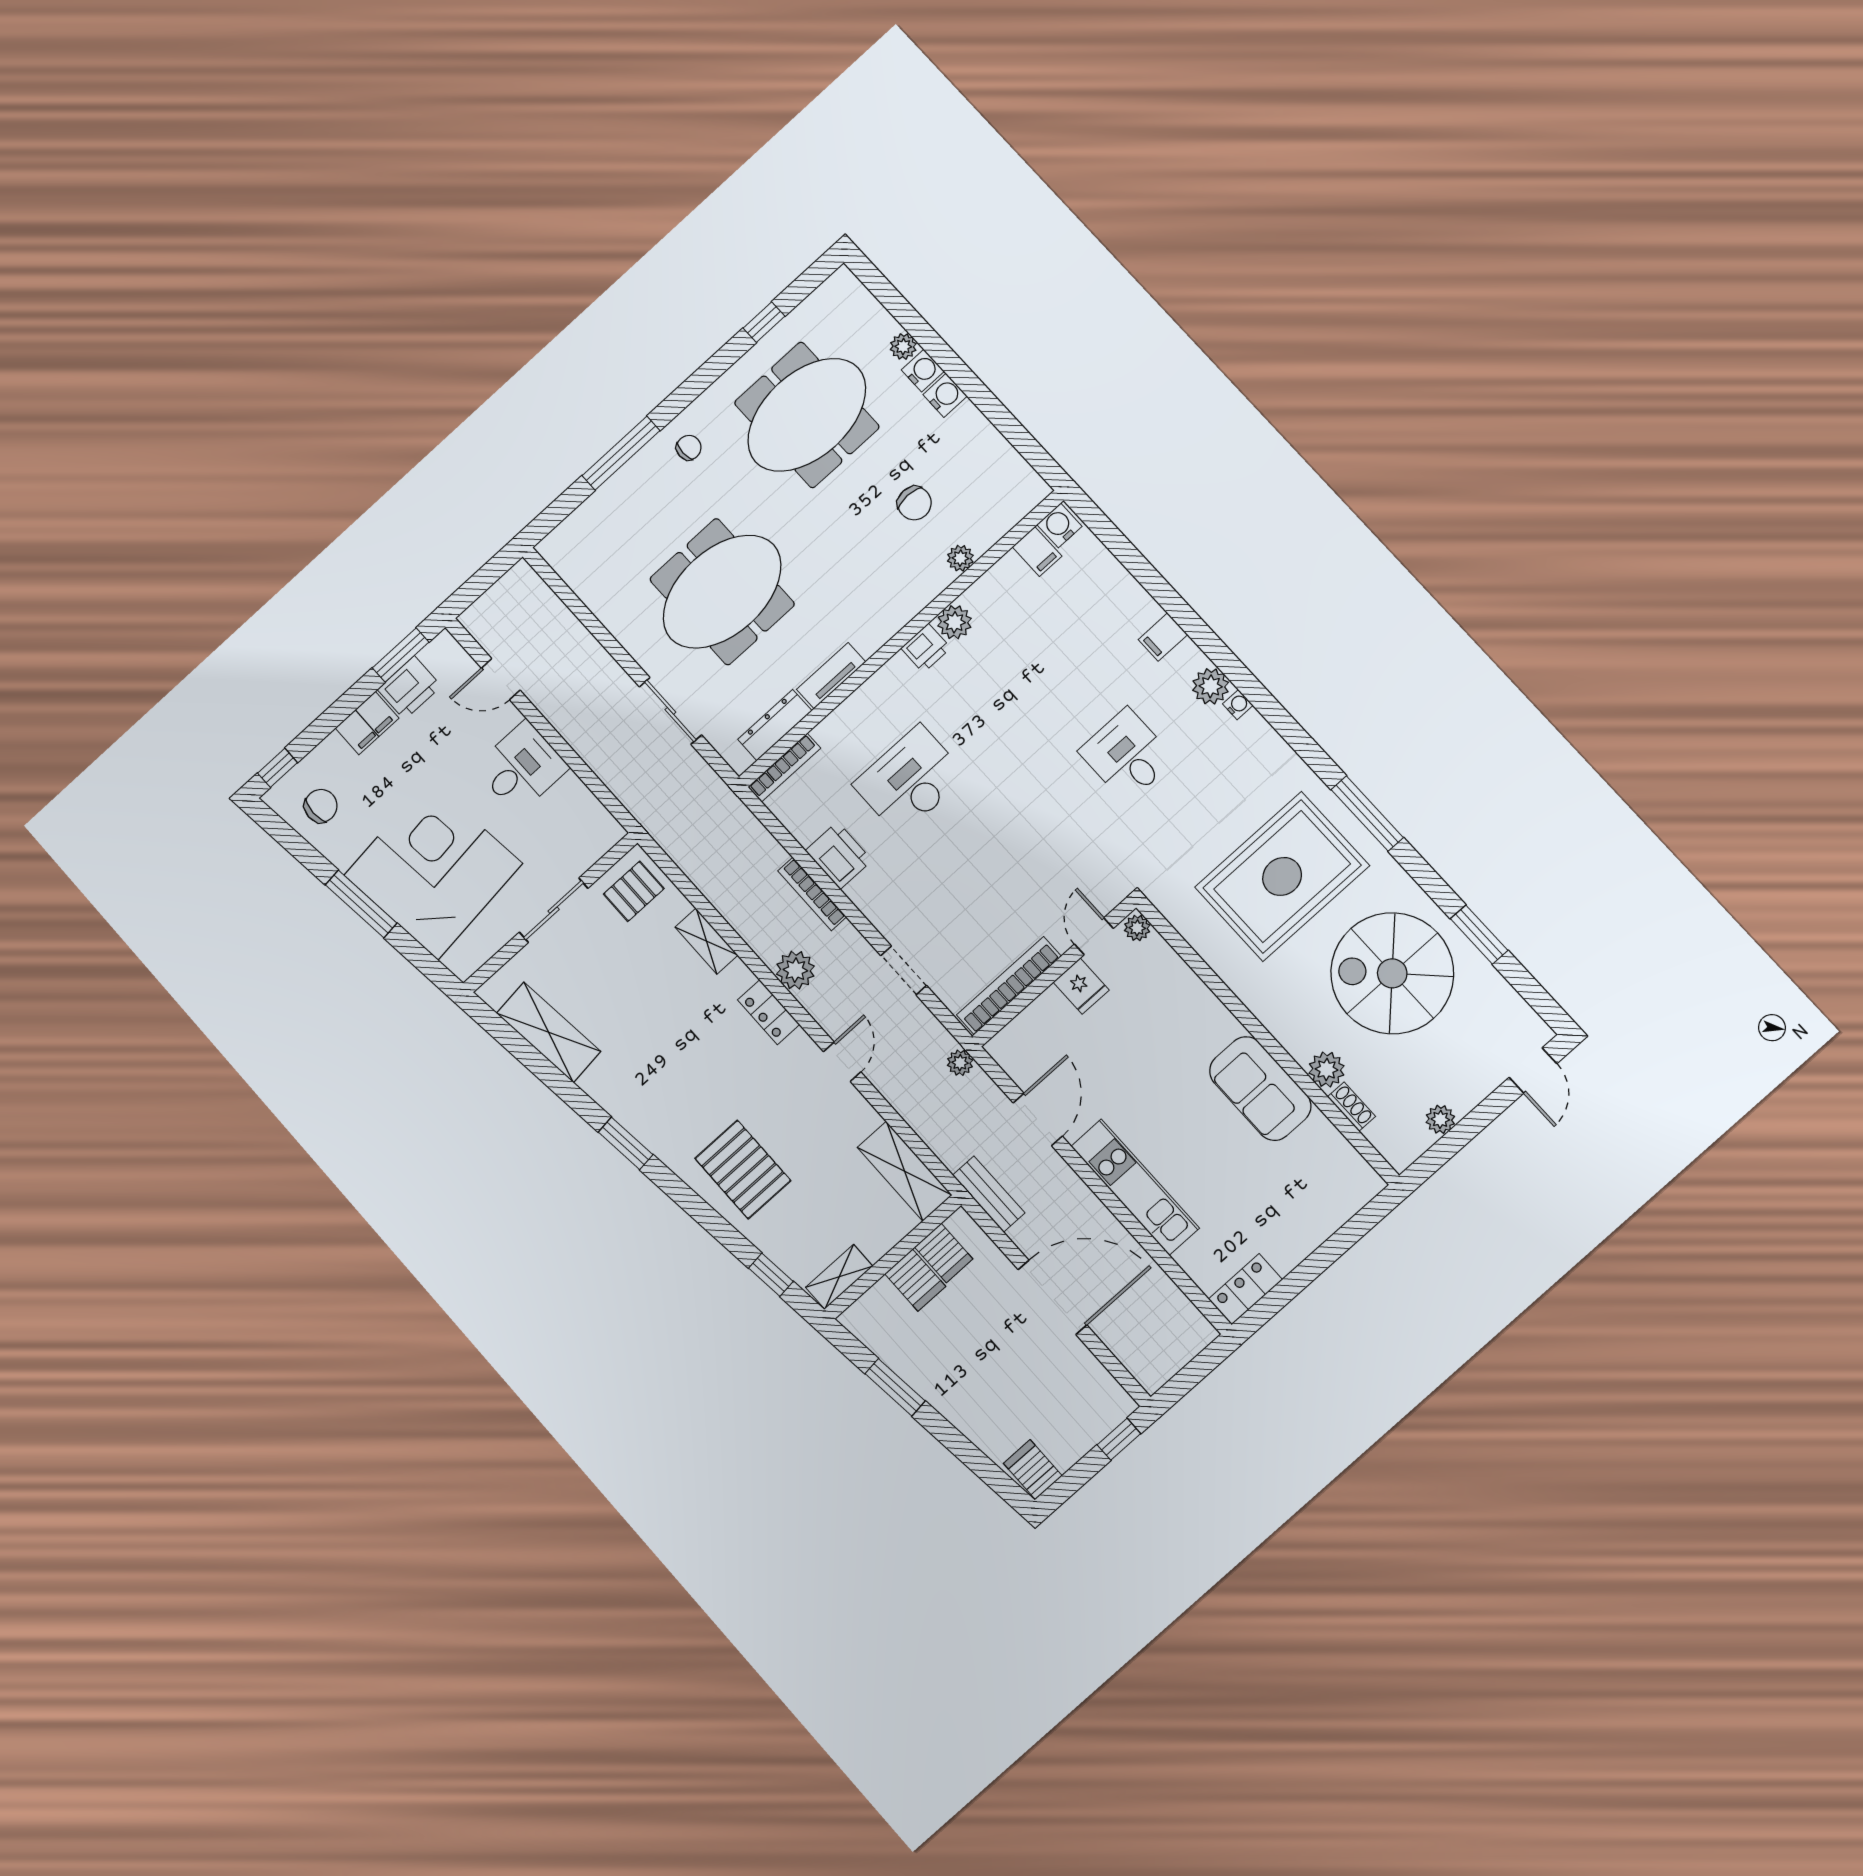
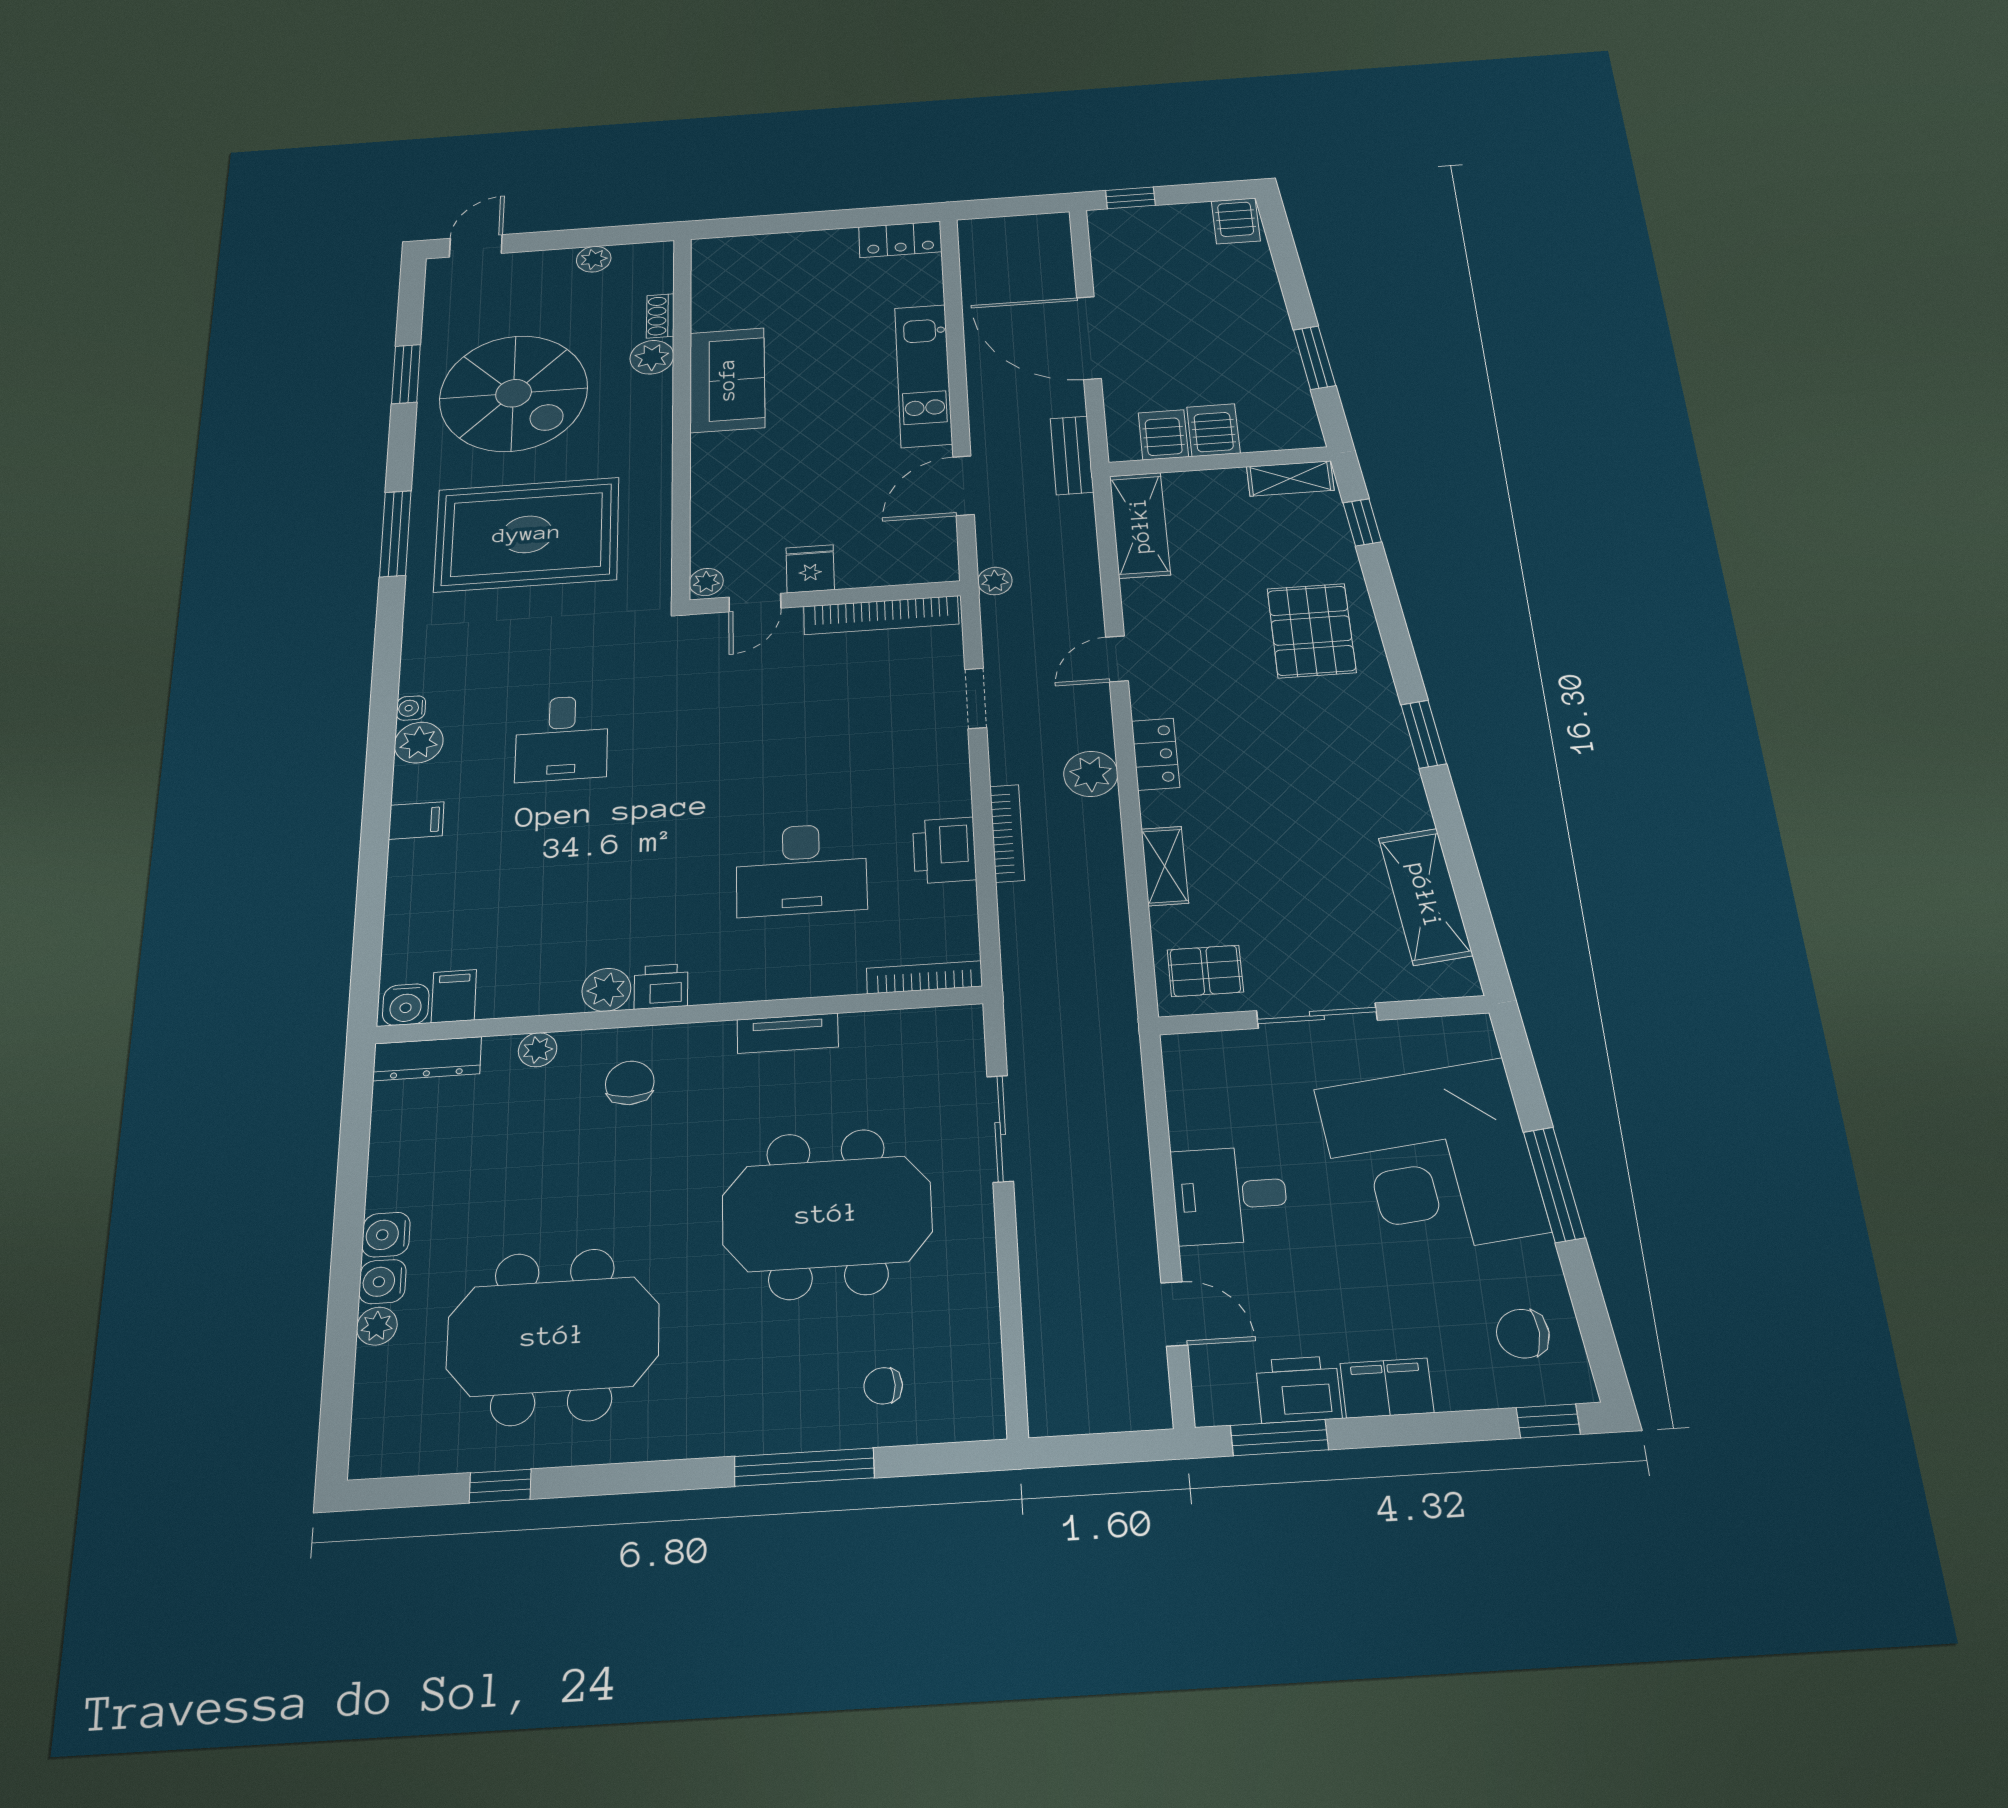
chair: (689, 448) -> (883, 1386), moved
chair: (914, 503) -> (630, 1083), moved
dresser: (775, 725) -> (427, 1059), moved

